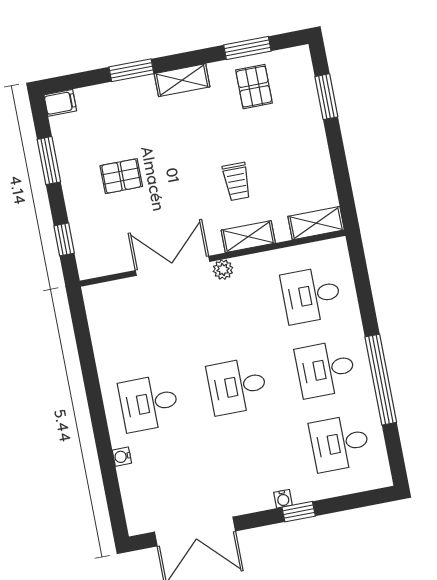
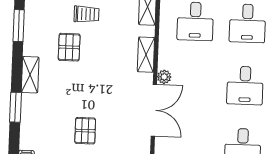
pallet: (254, 87) -> (69, 47), moved, turned 90
trolley: (237, 181) -> (86, 14), moved
double door: (172, 266) -> (154, 110), swing flipped

